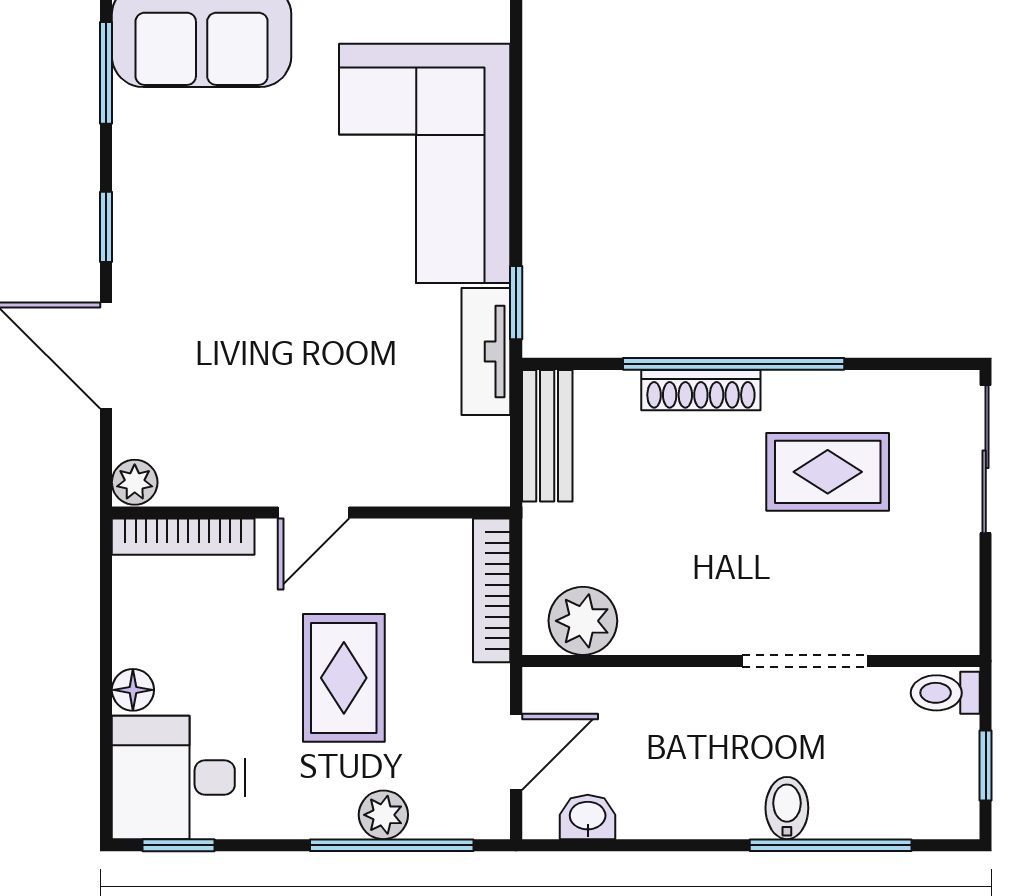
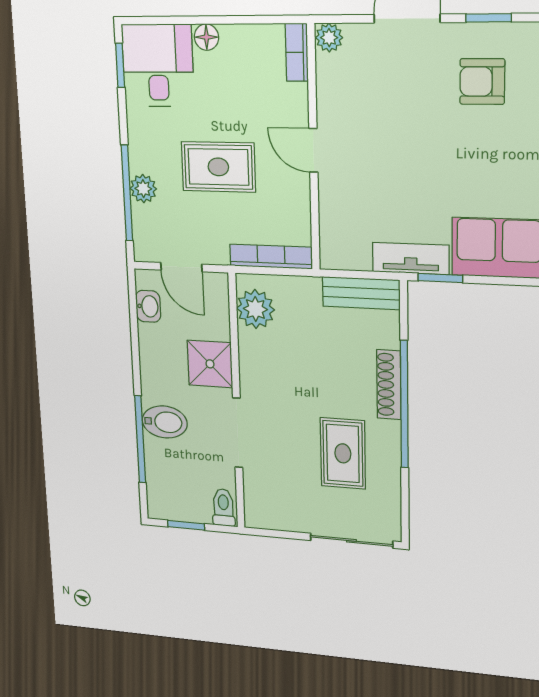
armchair: (202, 236) -> (482, 81), added
bookcase: (183, 537) -> (297, 52), width x0.64
shower: (684, 707) -> (210, 364), added
bidet: (787, 808) -> (165, 422), width x1.38, depth x1.36

